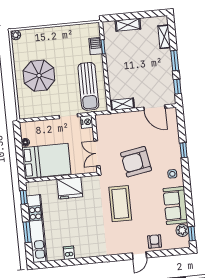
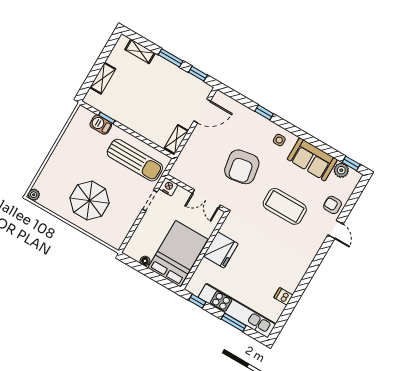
coffee table: (120, 204) -> (285, 206), moved

